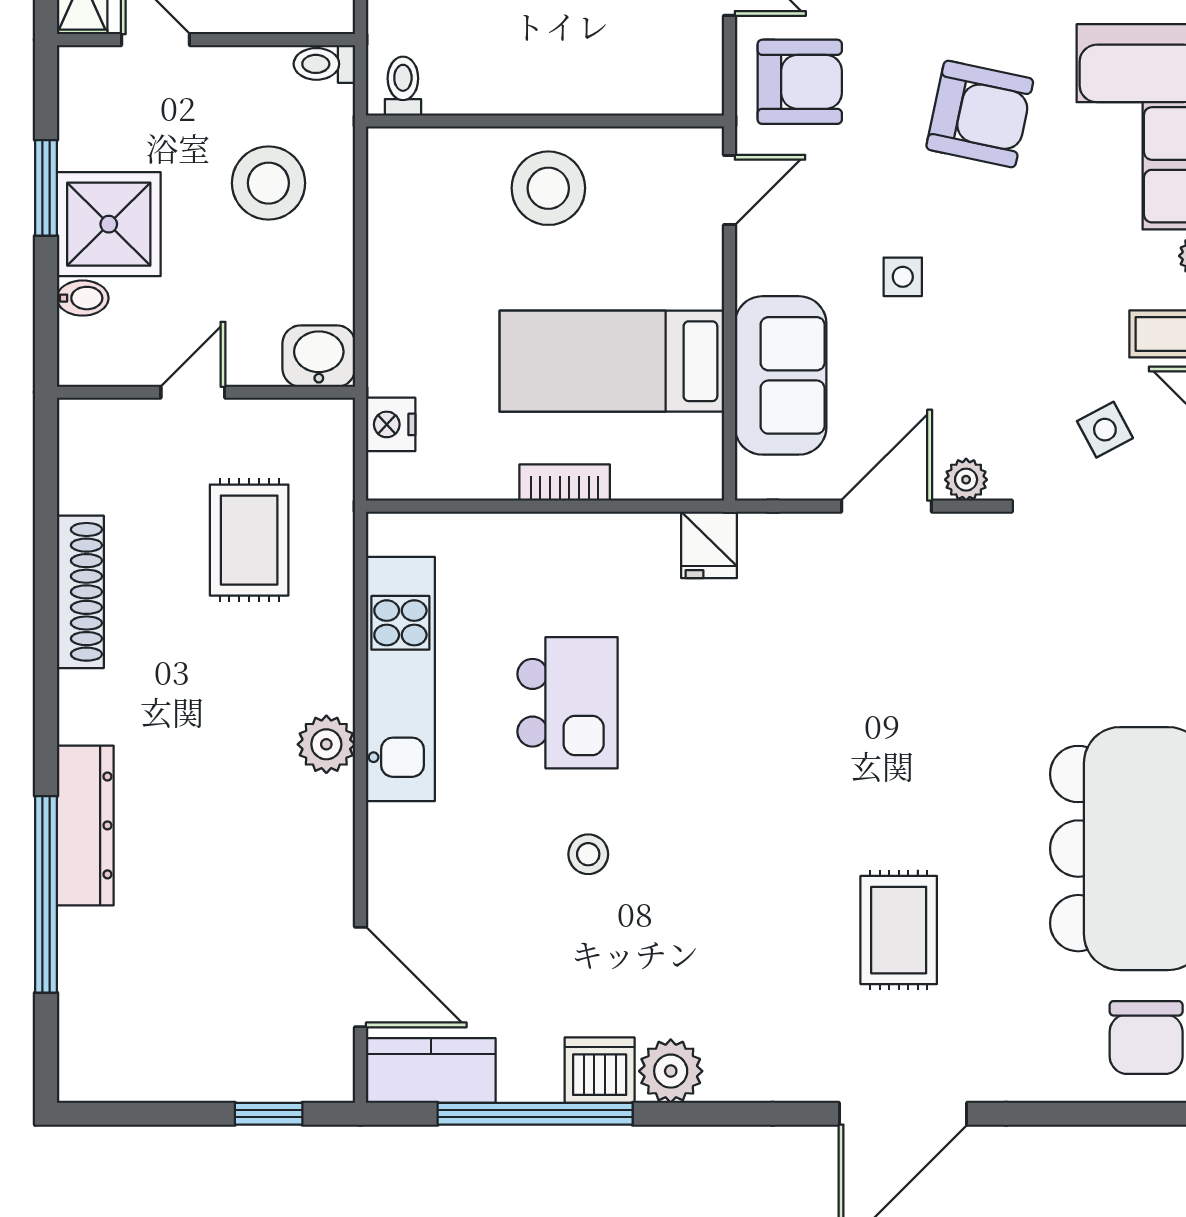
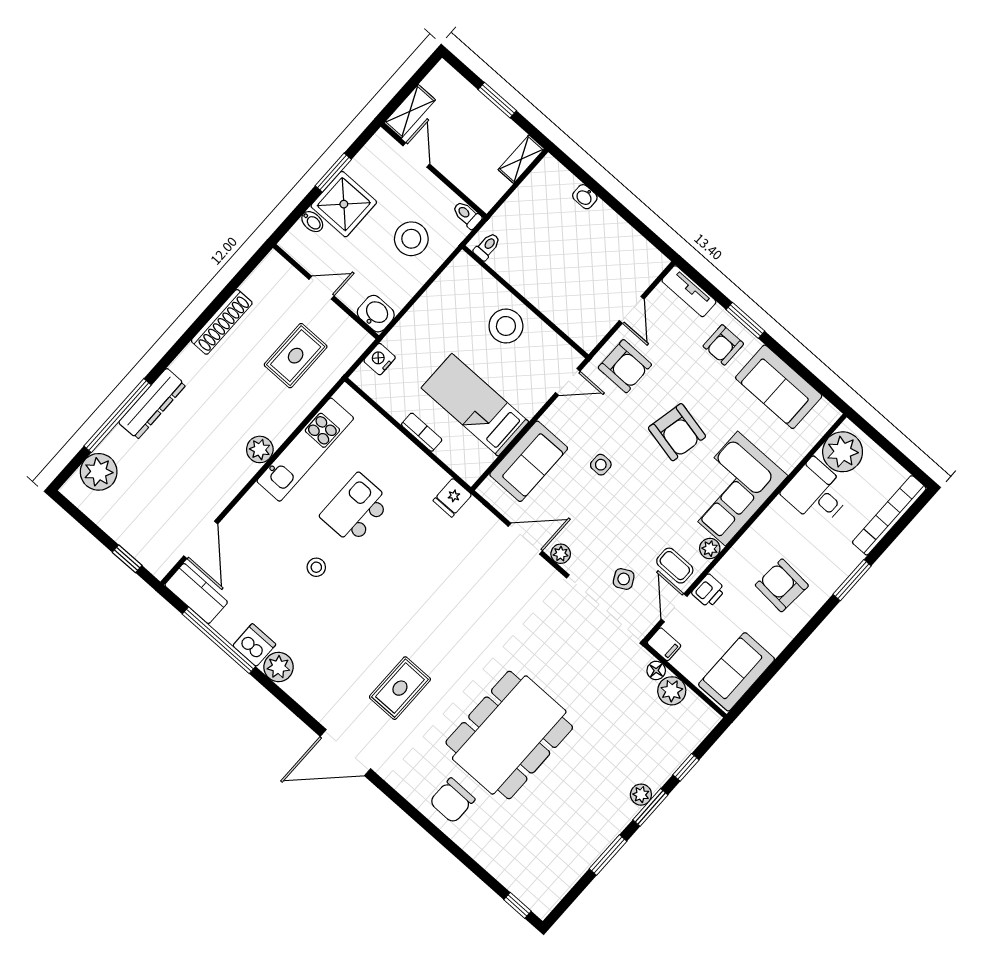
kitchen island: (568, 703) -> (355, 509), turned 180
plant: (97, 1013) -> (99, 472), added

